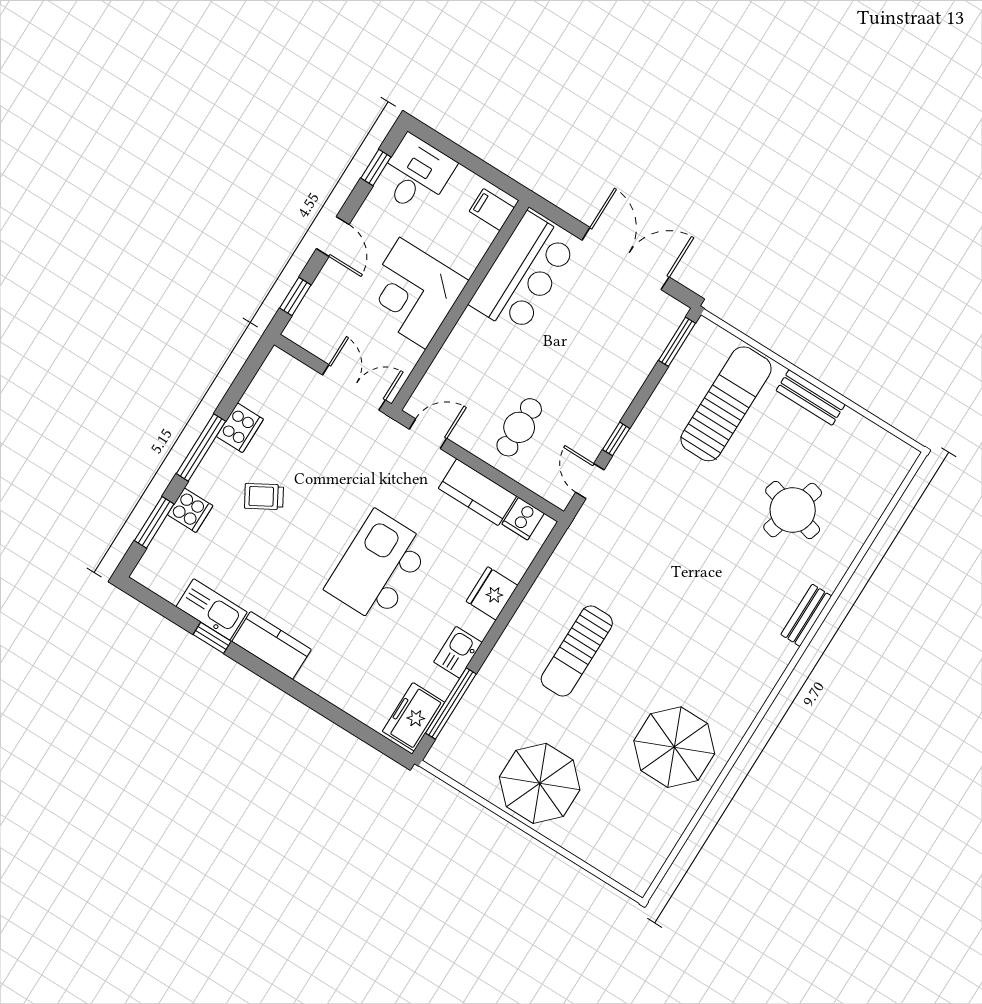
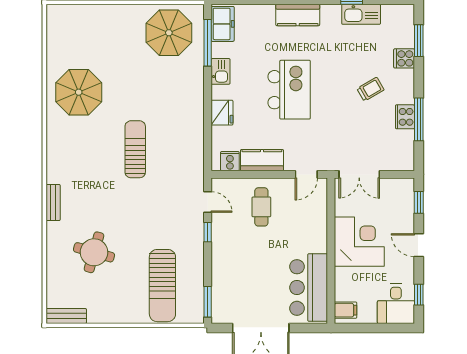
bench: (811, 397) -> (66, 316), moved
window: (201, 447) -> (419, 119), moved
kitchen counter: (272, 645) -> (298, 15), moved
sun lounger: (577, 651) -> (135, 149), moved
parasol: (540, 783) -> (169, 33), moved

